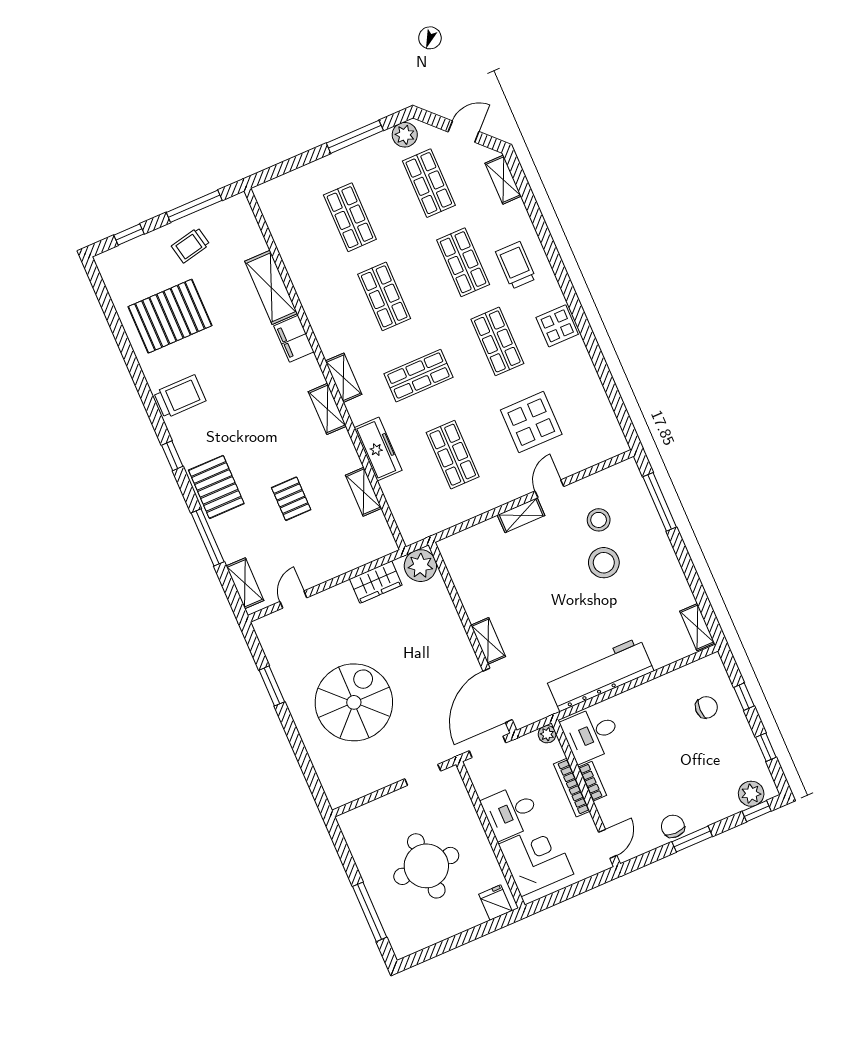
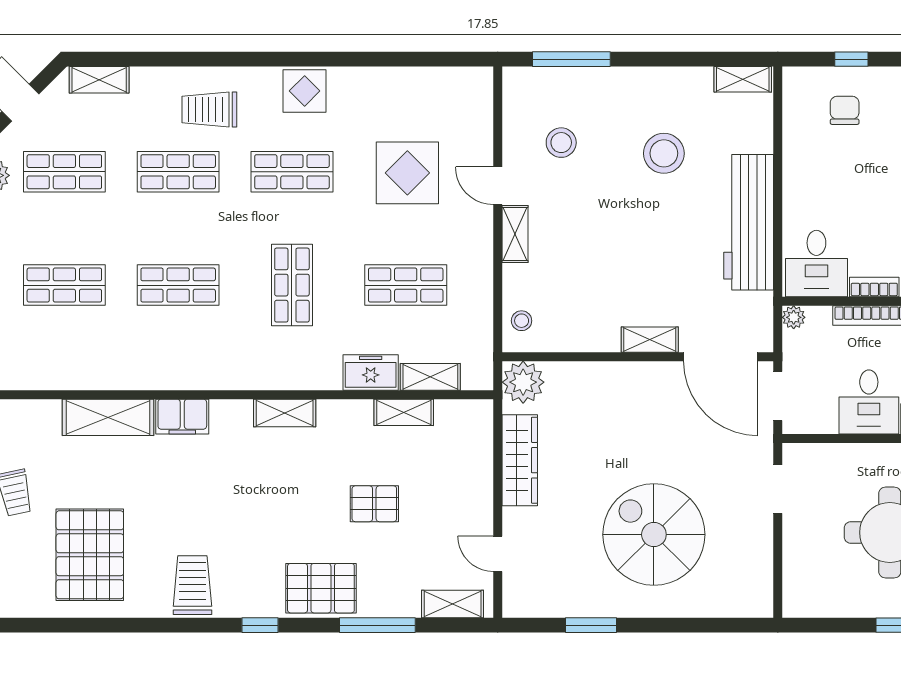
shelving: (344, 378) -> (430, 377), moved
freezer: (378, 449) -> (371, 372), width x0.71
stool: (463, 546) -> (522, 321), added
stool: (604, 563) -> (664, 153), moved
wardrobe: (376, 582) -> (520, 460), width x1.50

